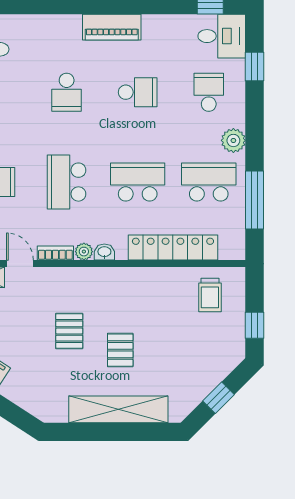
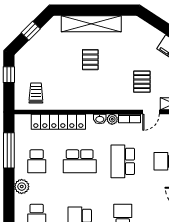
school desk: (67, 182) -> (123, 161), turned 180
school desk: (209, 182) -> (37, 161), width x0.54
door: (20, 264) -> (151, 112), hinge flipped
pallet: (69, 331) -> (142, 82), moved

